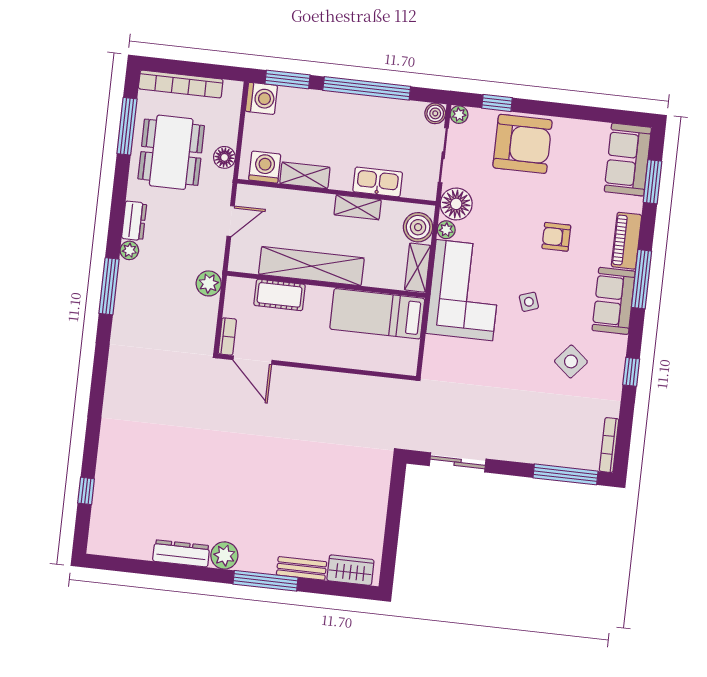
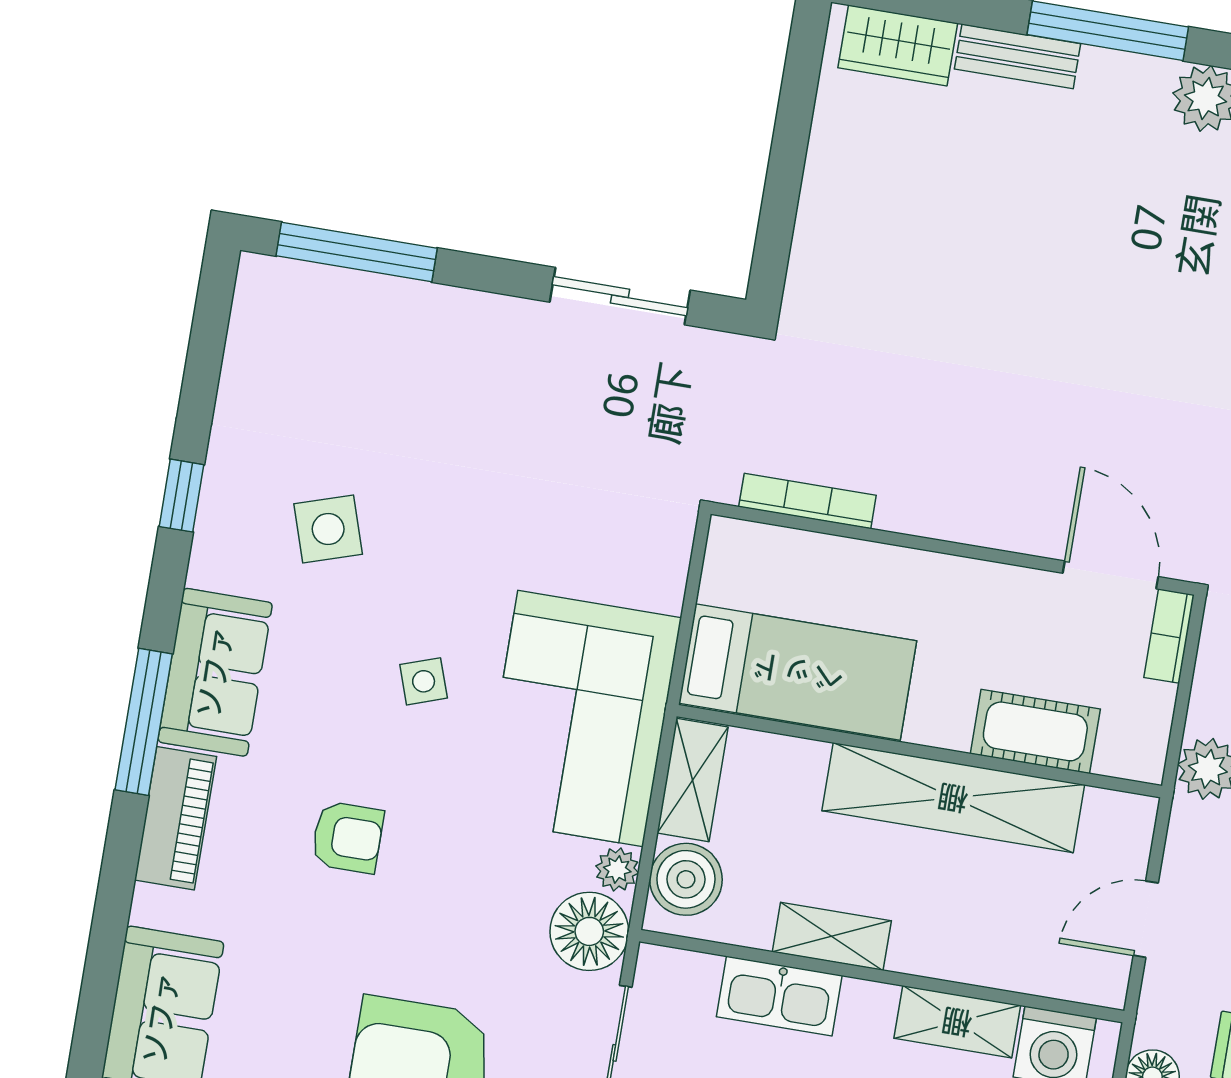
window: (652, 182) -> (104, 960), removed
side table: (571, 361) -> (328, 529), turned 32
bookcase: (609, 445) -> (807, 501), moved, turned -90

